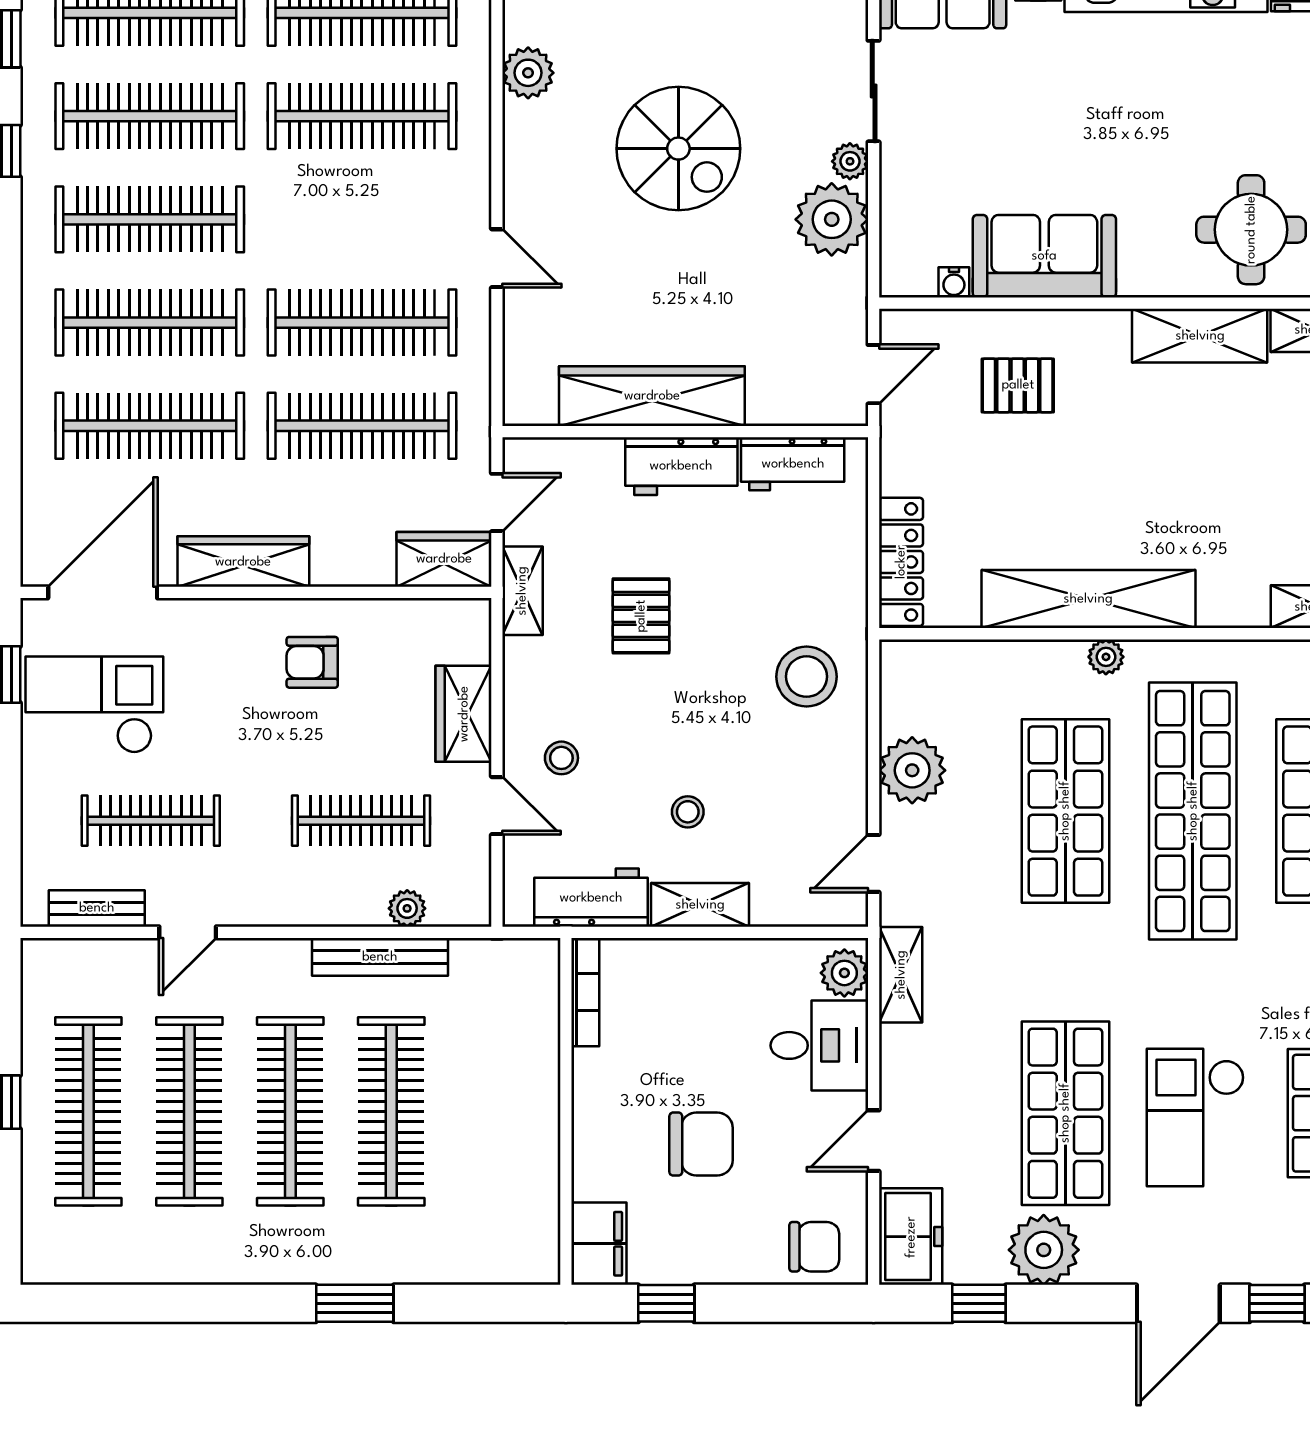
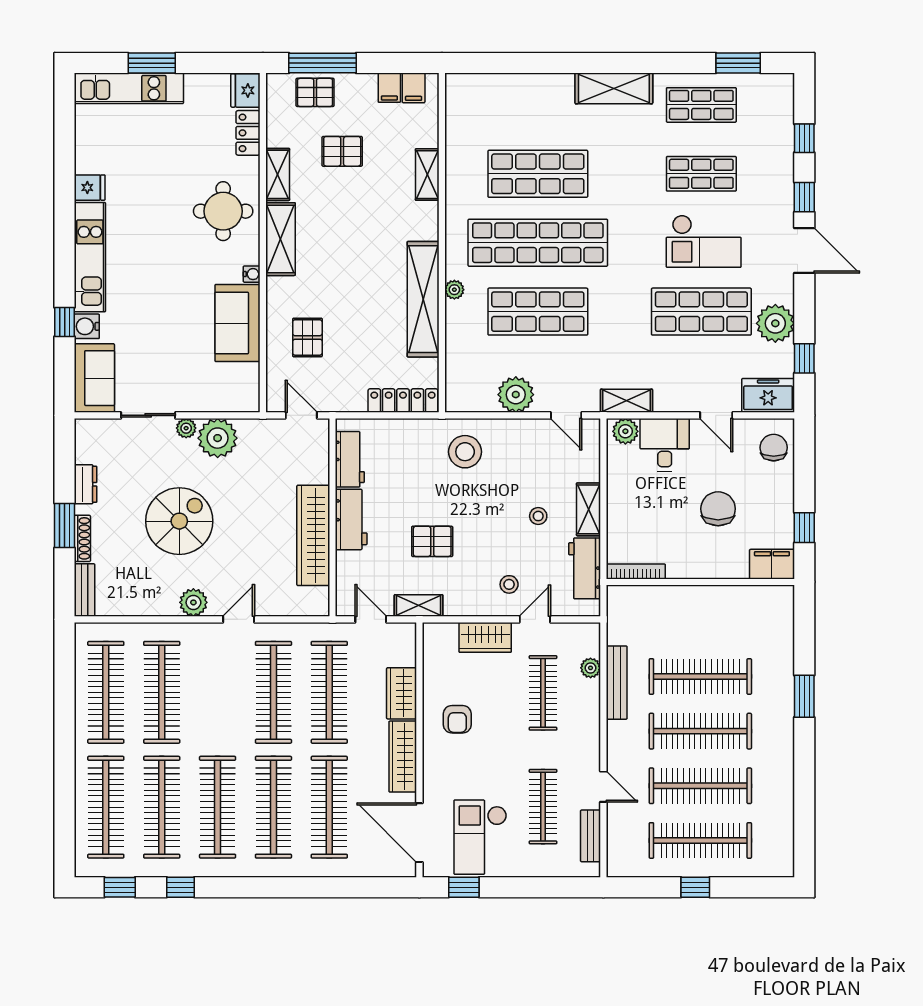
plant: (528, 73) -> (193, 602), moved
water cooler: (954, 282) -> (252, 274), moved
wardrobe: (444, 559) -> (402, 693), moved

